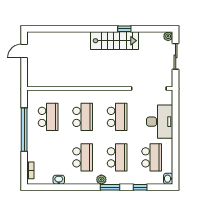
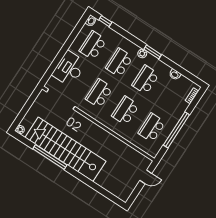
window: (124, 29) -> (50, 157), width x3.17
stairs: (115, 41) -> (65, 149), width x1.86, depth x1.51
door: (24, 51) -> (146, 177), moved
sliding door: (176, 56) -> (24, 111), removed
window: (110, 187) -> (153, 52), moved
window: (140, 187) -> (105, 21), moved

